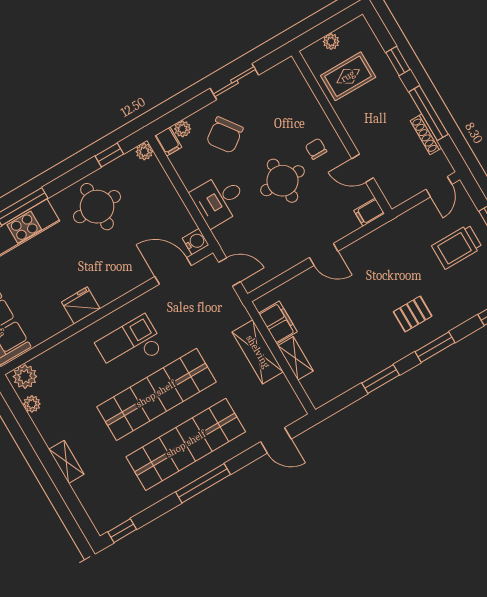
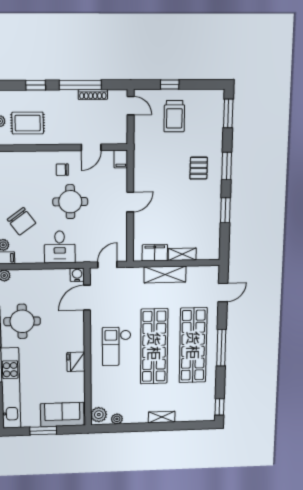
rug: (348, 76) -> (28, 123), turned 90

